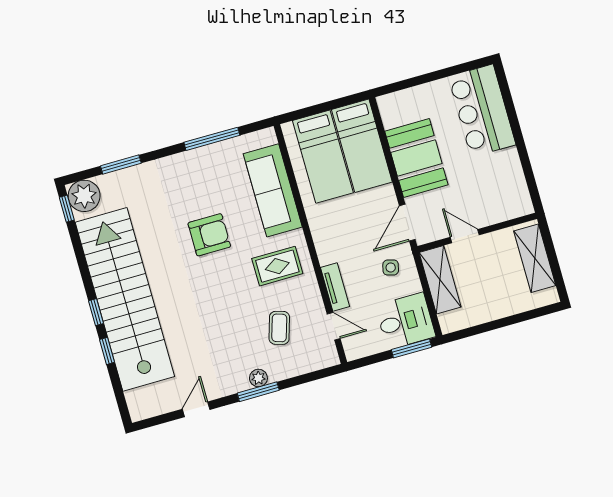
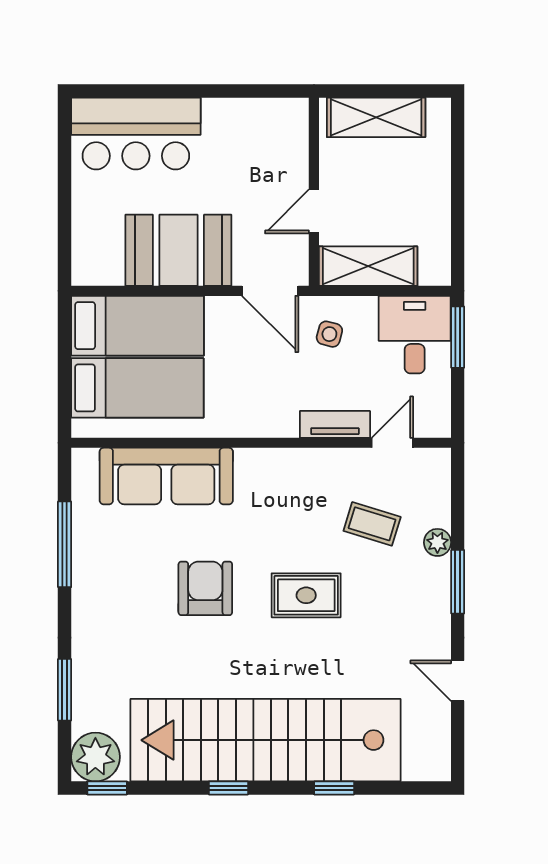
rug: (277, 266) -> (306, 595), moved, turned 90
window: (96, 312) -> (228, 788), moved
plant: (258, 378) -> (437, 542), moved

